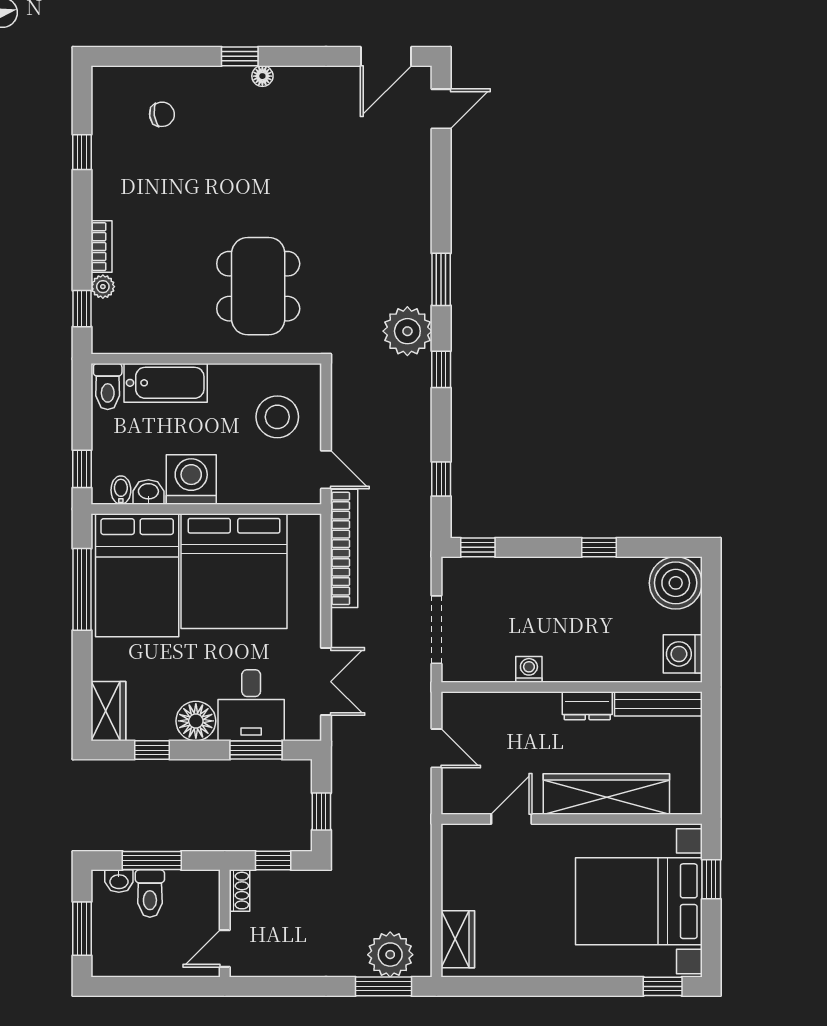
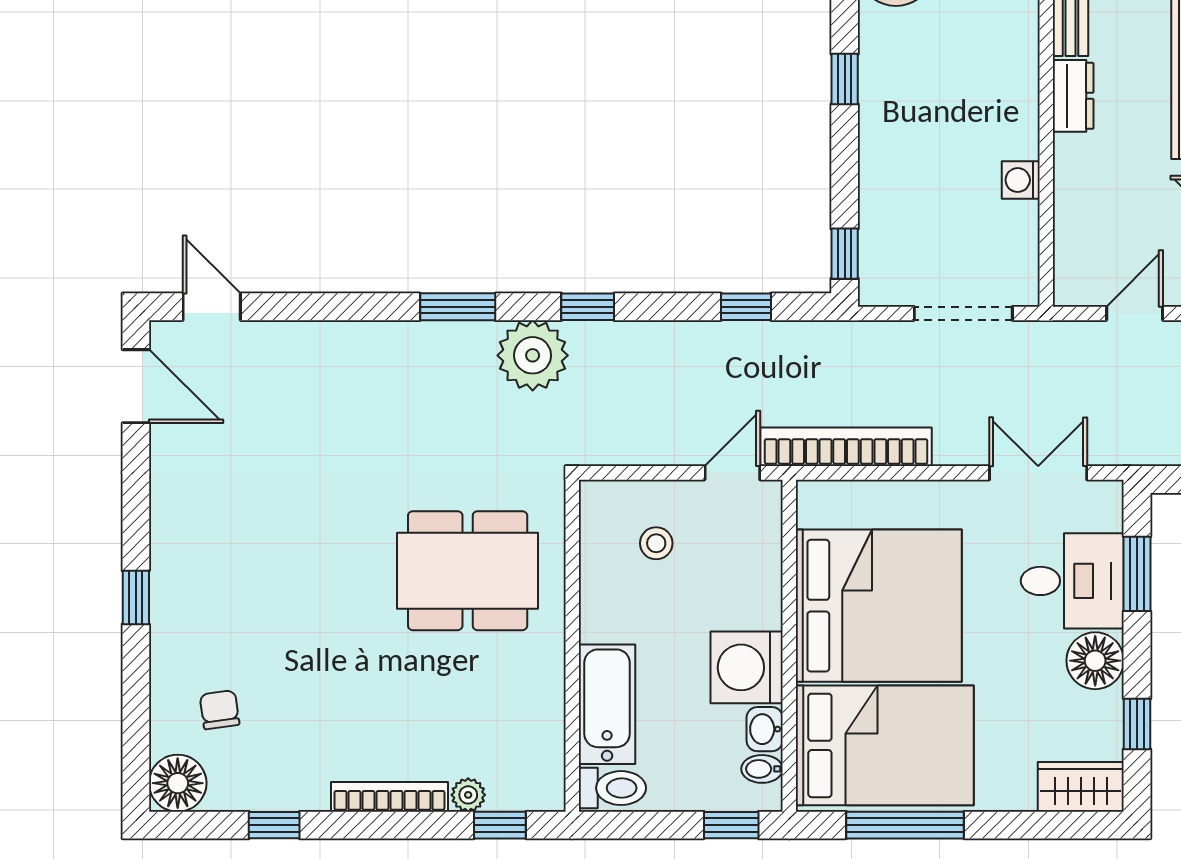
floor lamp: (262, 76) -> (178, 783), moved, width x1.89, depth x1.89
bookcase: (102, 247) -> (389, 797), width x1.56
stool: (277, 417) -> (656, 543), width x0.53, depth x0.53

